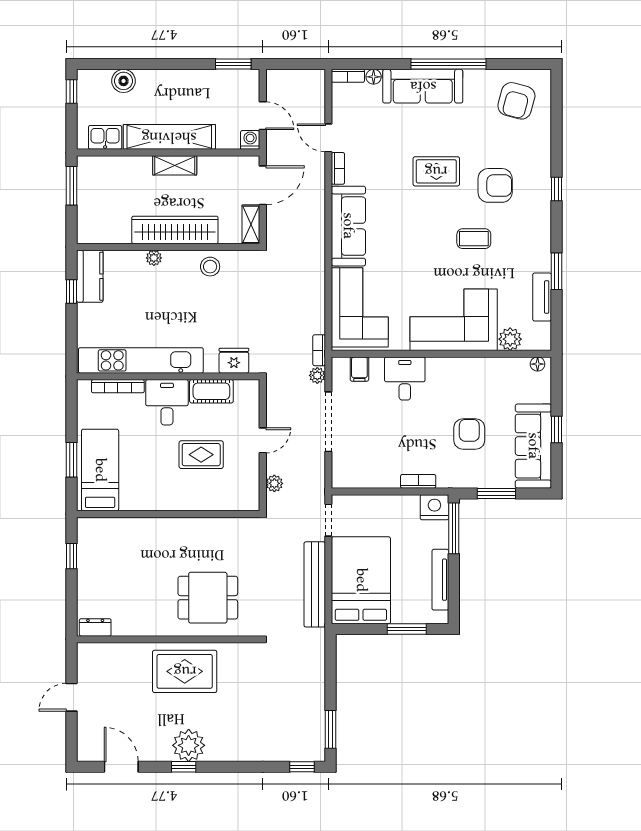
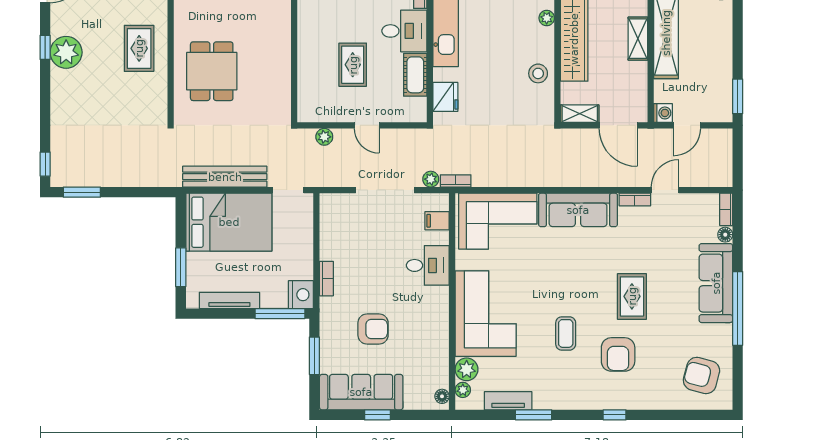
plant: (531, 343) -> (463, 390), added
rug: (185, 671) -> (139, 48), width x0.73, depth x0.70

